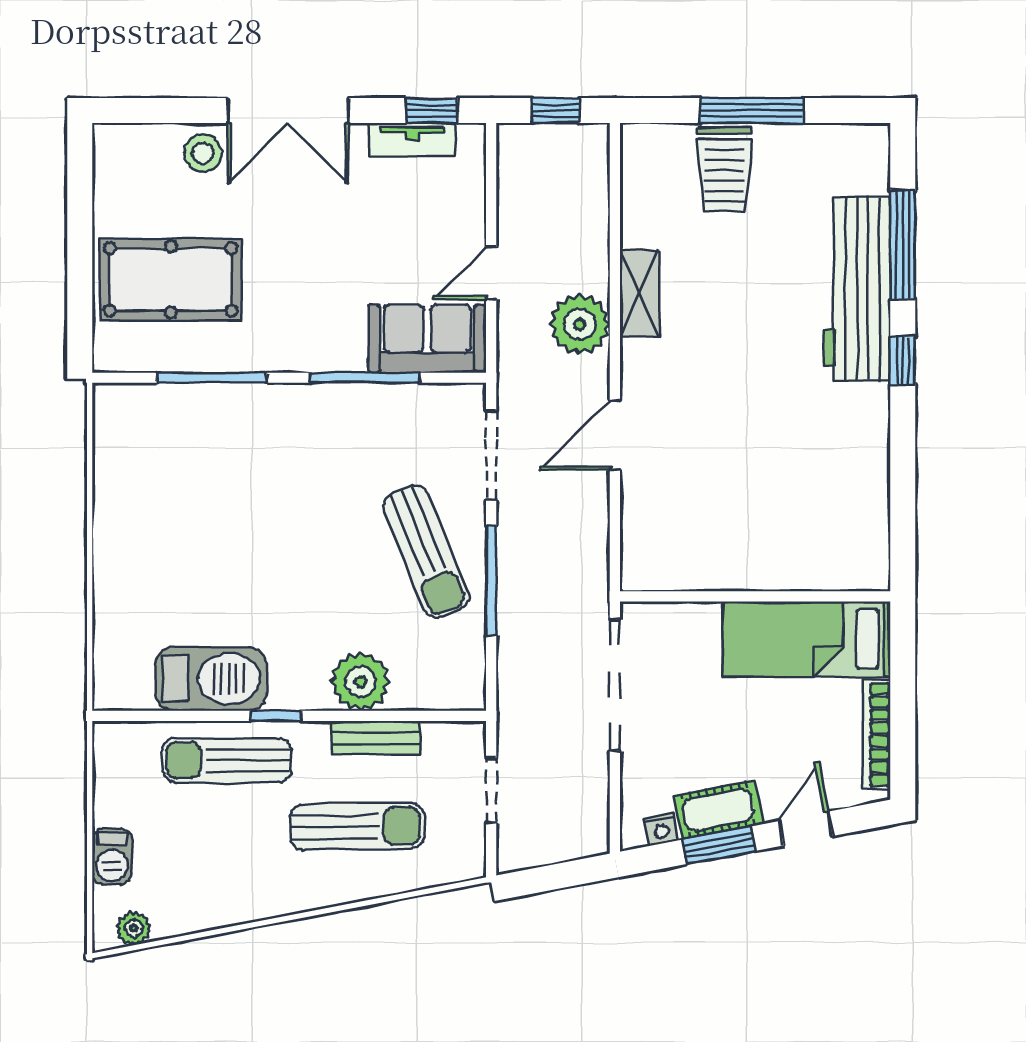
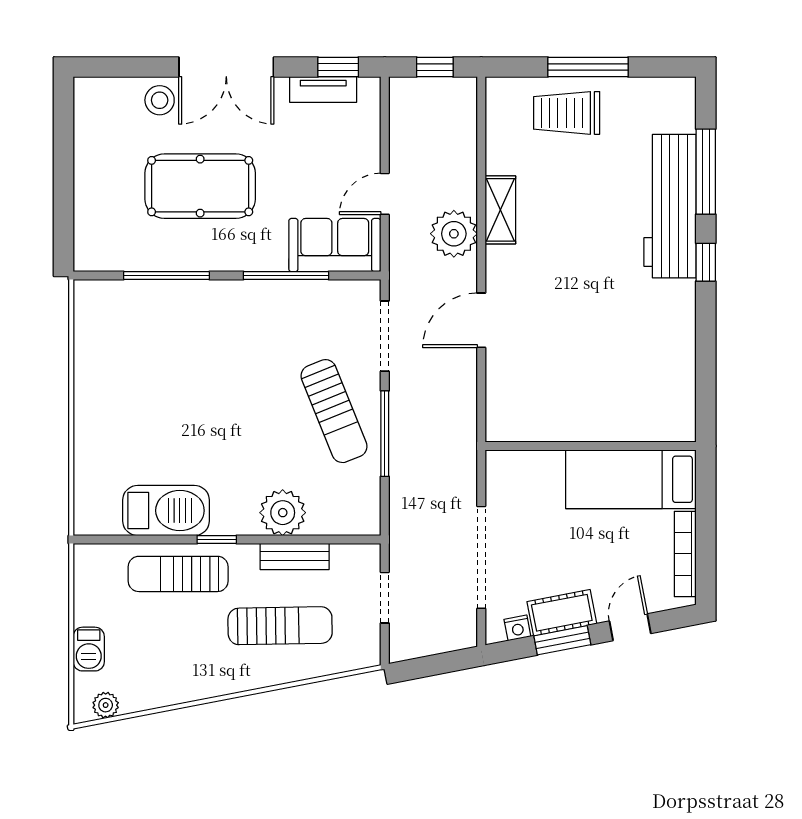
trolley: (724, 169) -> (567, 113), turned 90
pool table: (171, 279) -> (200, 186), moved
doorway: (615, 685) -> (481, 557), moved

